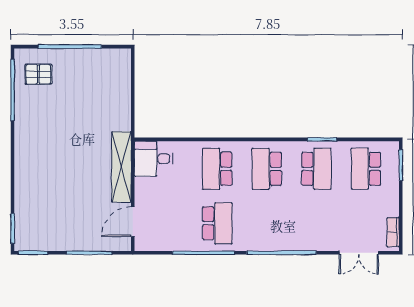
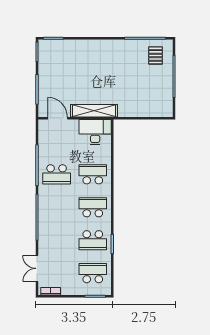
desk: (154, 159) -> (95, 132), width x1.37

